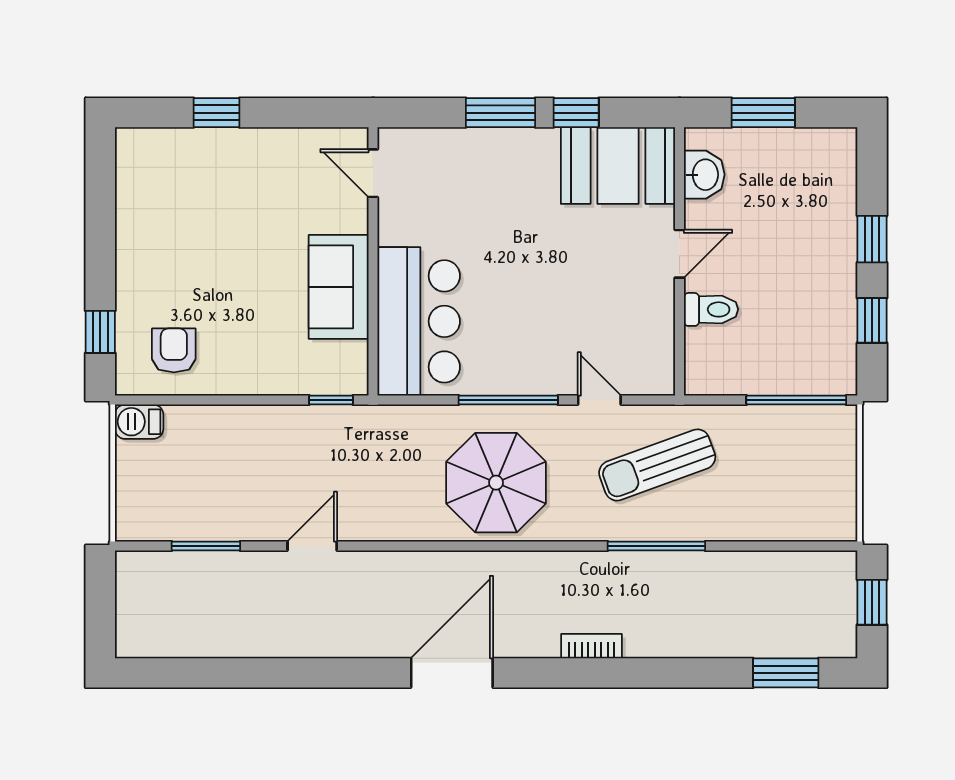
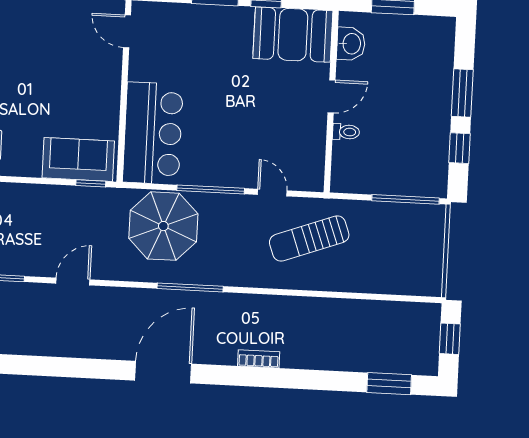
window: (872, 239) -> (462, 93), width x1.50
sofa: (339, 287) -> (78, 159), moved, turned 90
toilet: (711, 309) -> (346, 132), width x0.73, depth x0.72
parasol: (496, 483) -> (163, 226), moved
window: (656, 546) -> (190, 287), moved

